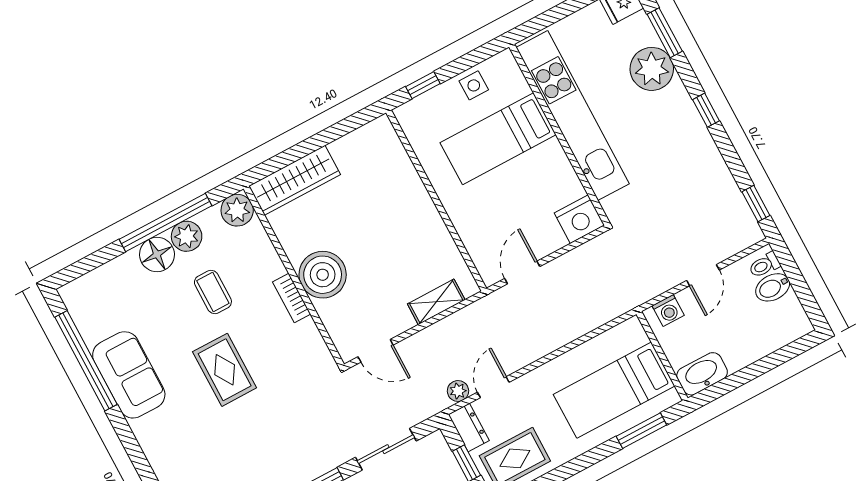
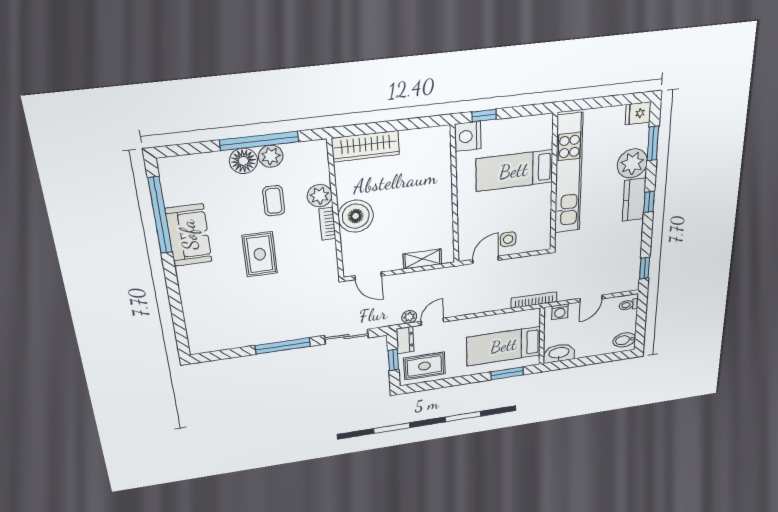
side table: (474, 85) -> (508, 239), moved
kitchen counter: (683, 115) -> (634, 200), added
plant: (237, 210) -> (320, 196), moved
nightstand: (579, 219) -> (468, 136), moved, turned 90
bidet: (773, 287) -> (624, 340), moved
bookcase: (621, 306) -> (534, 300), added

